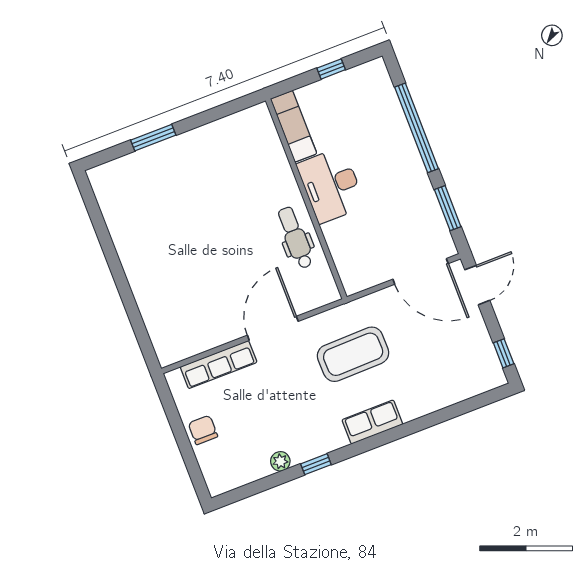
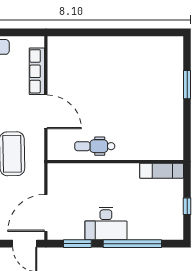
desk: (331, 185) -> (106, 224), moved, turned 180
dental chair: (295, 238) -> (95, 146), turned 180

